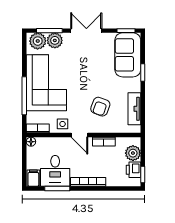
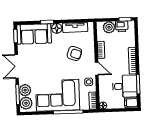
floor lamp: (134, 85) -> (57, 28), added
door: (79, 135) -> (97, 69), hinge flipped

